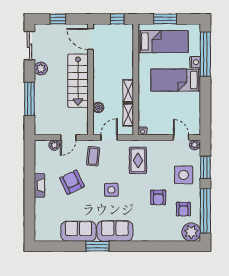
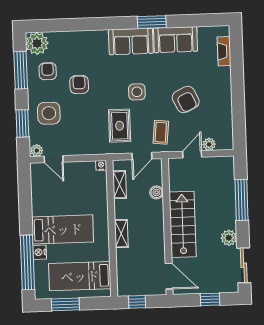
window: (165, 19) -> (65, 304), moved
shelving: (128, 91) -> (121, 234), moved
rug: (138, 160) -> (120, 126), moved
fireplace: (39, 185) -> (224, 51), moved
window: (205, 211) -> (21, 70), width x0.68

